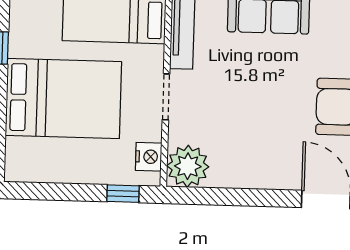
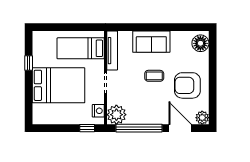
coffee table: (273, 84) -> (154, 76), added
window: (236, 197) -> (139, 128), added

